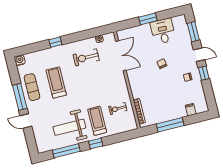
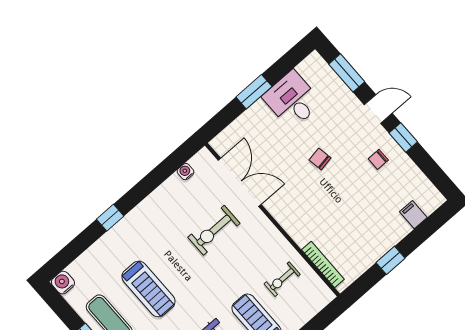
exercise bike: (86, 57) -> (214, 230), moved
treadmill: (56, 83) -> (148, 289), turned 180
window: (170, 125) -> (391, 260), width x0.46

